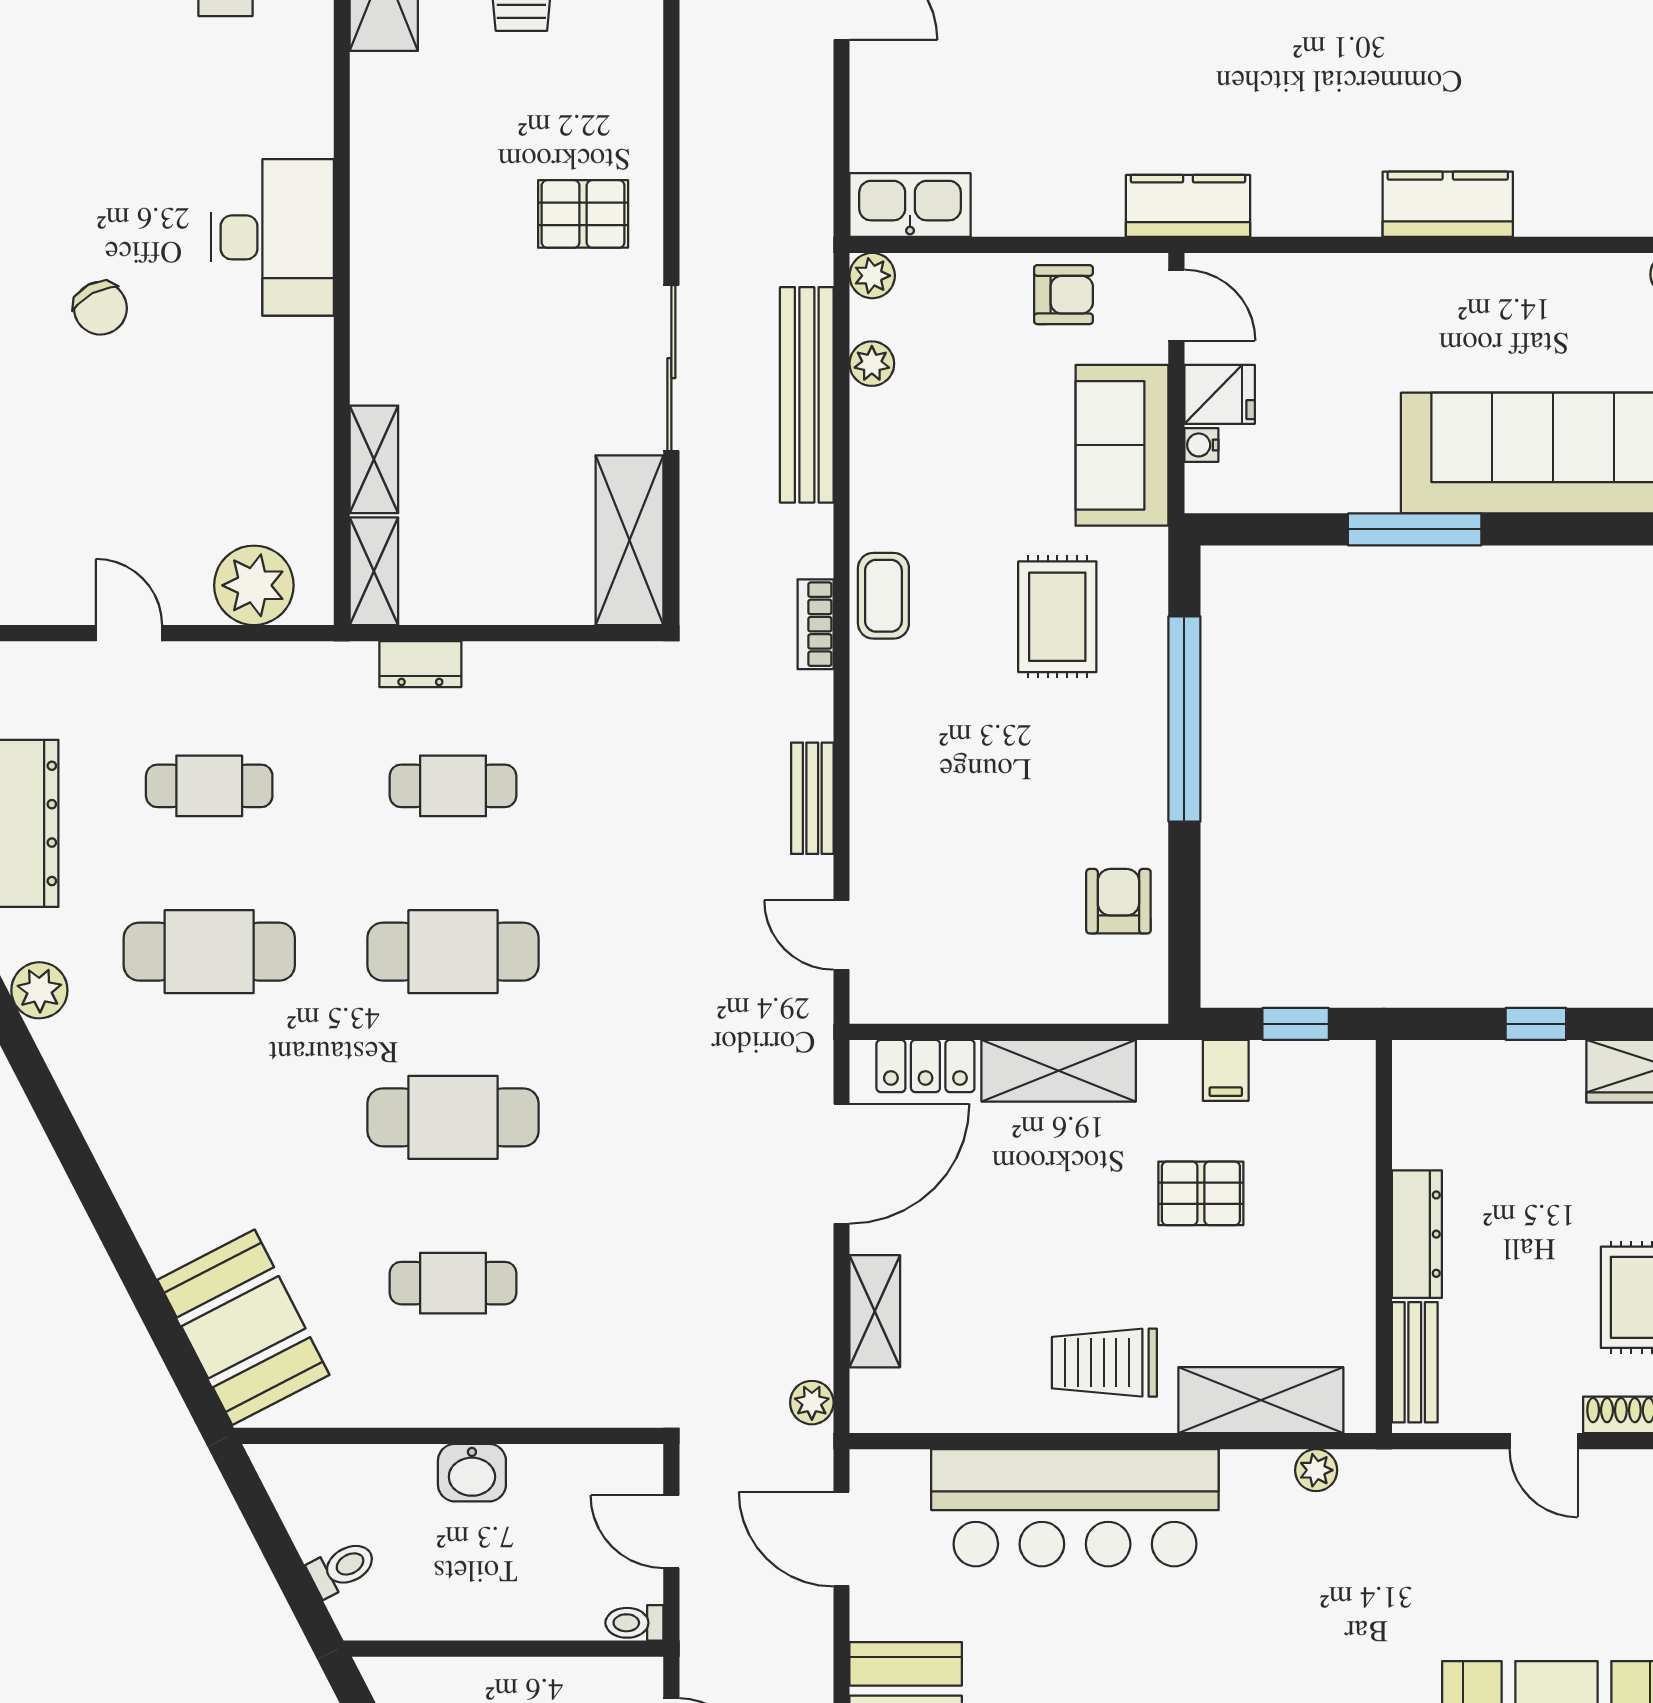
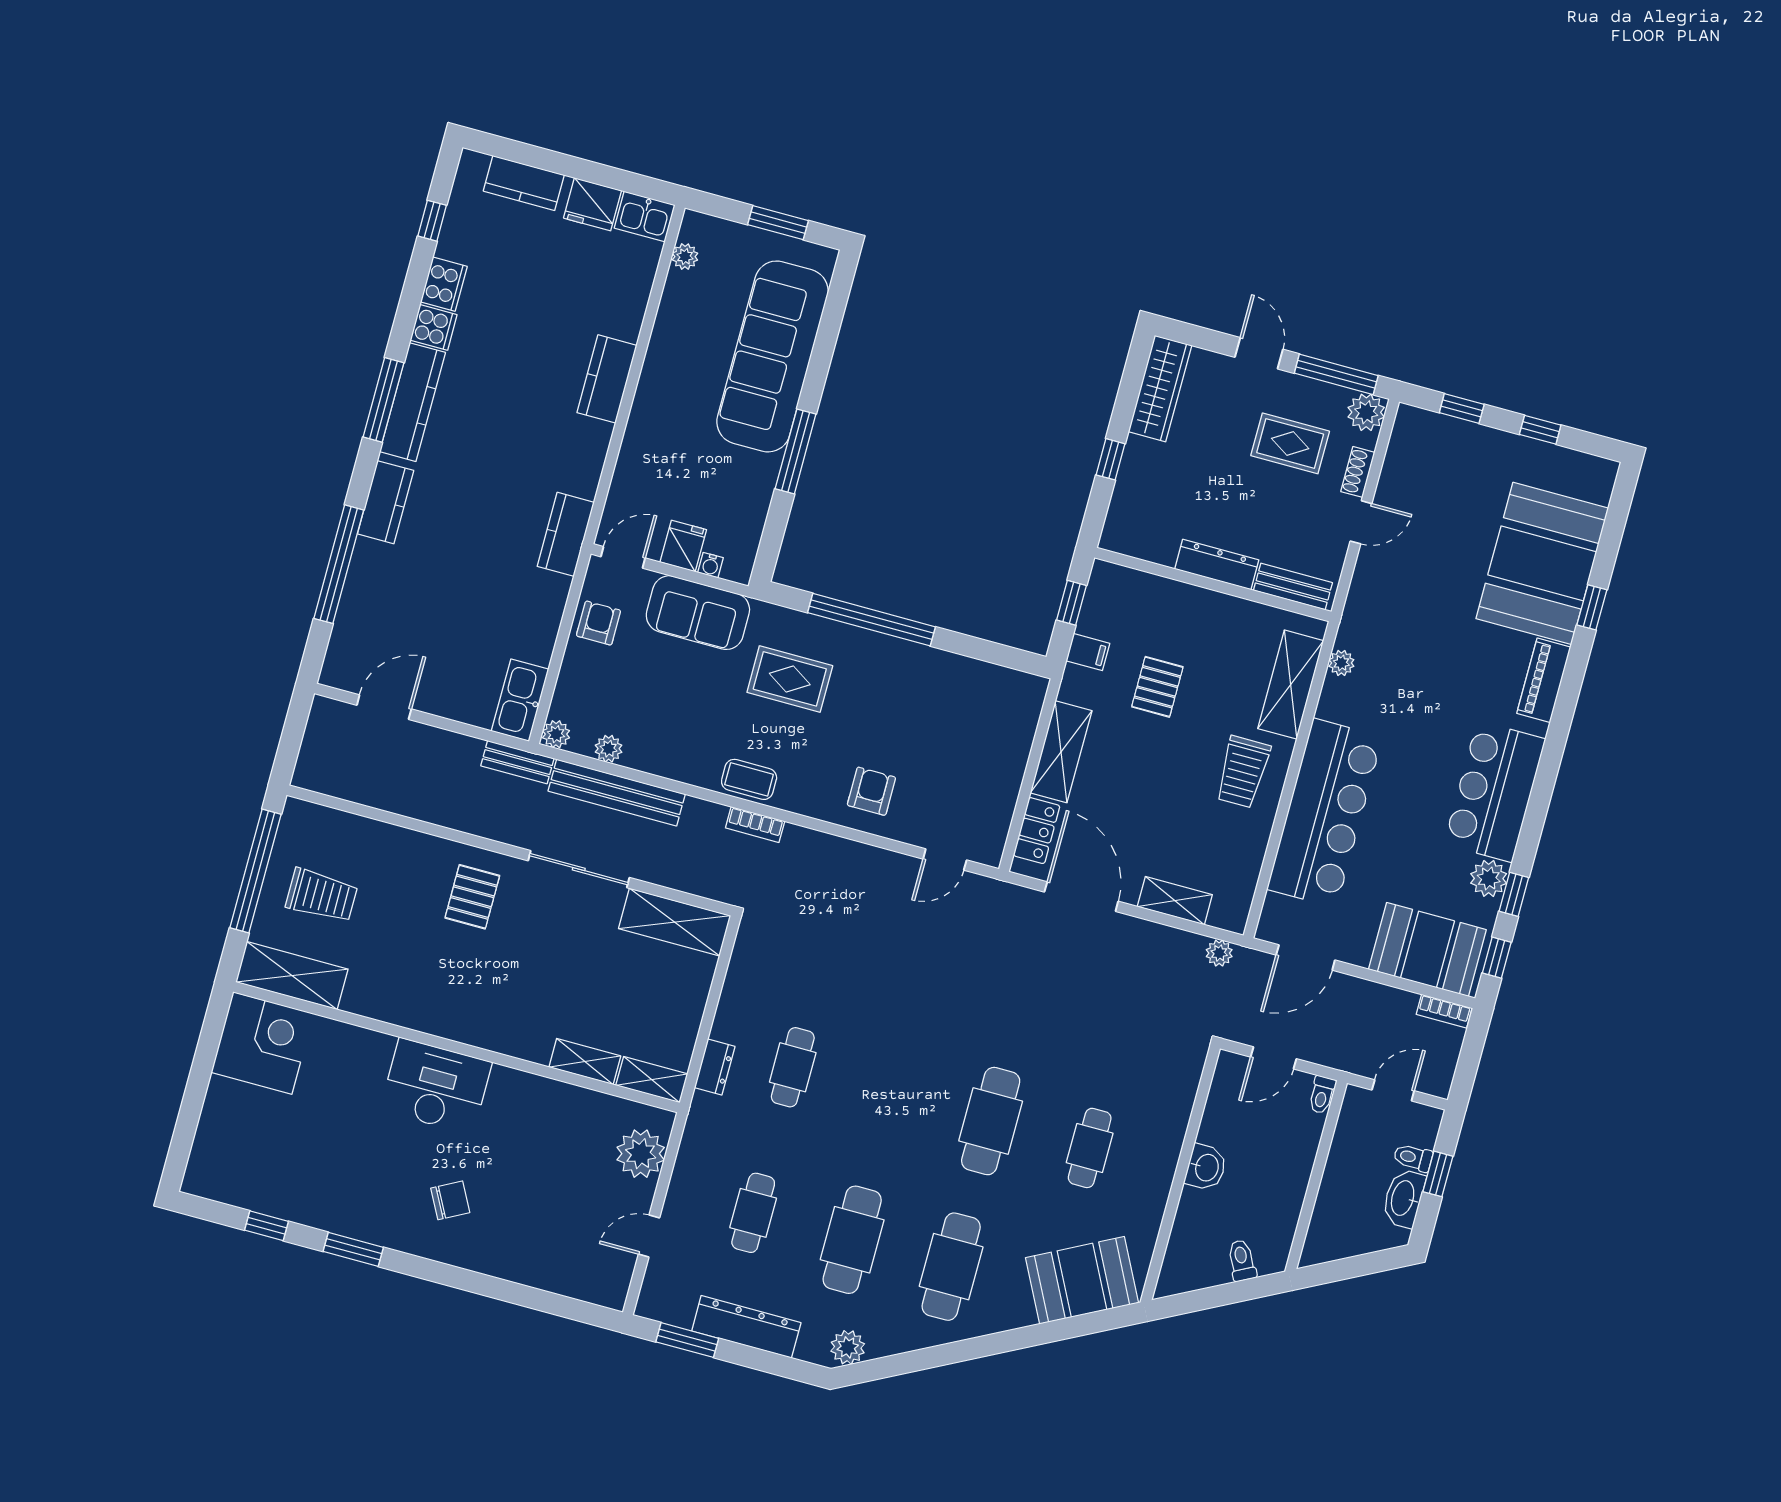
bench: (812, 798) -> (517, 762), moved
armchair: (1118, 901) -> (871, 791), moved, turned 90
cafe table: (453, 952) -> (951, 1267), moved

